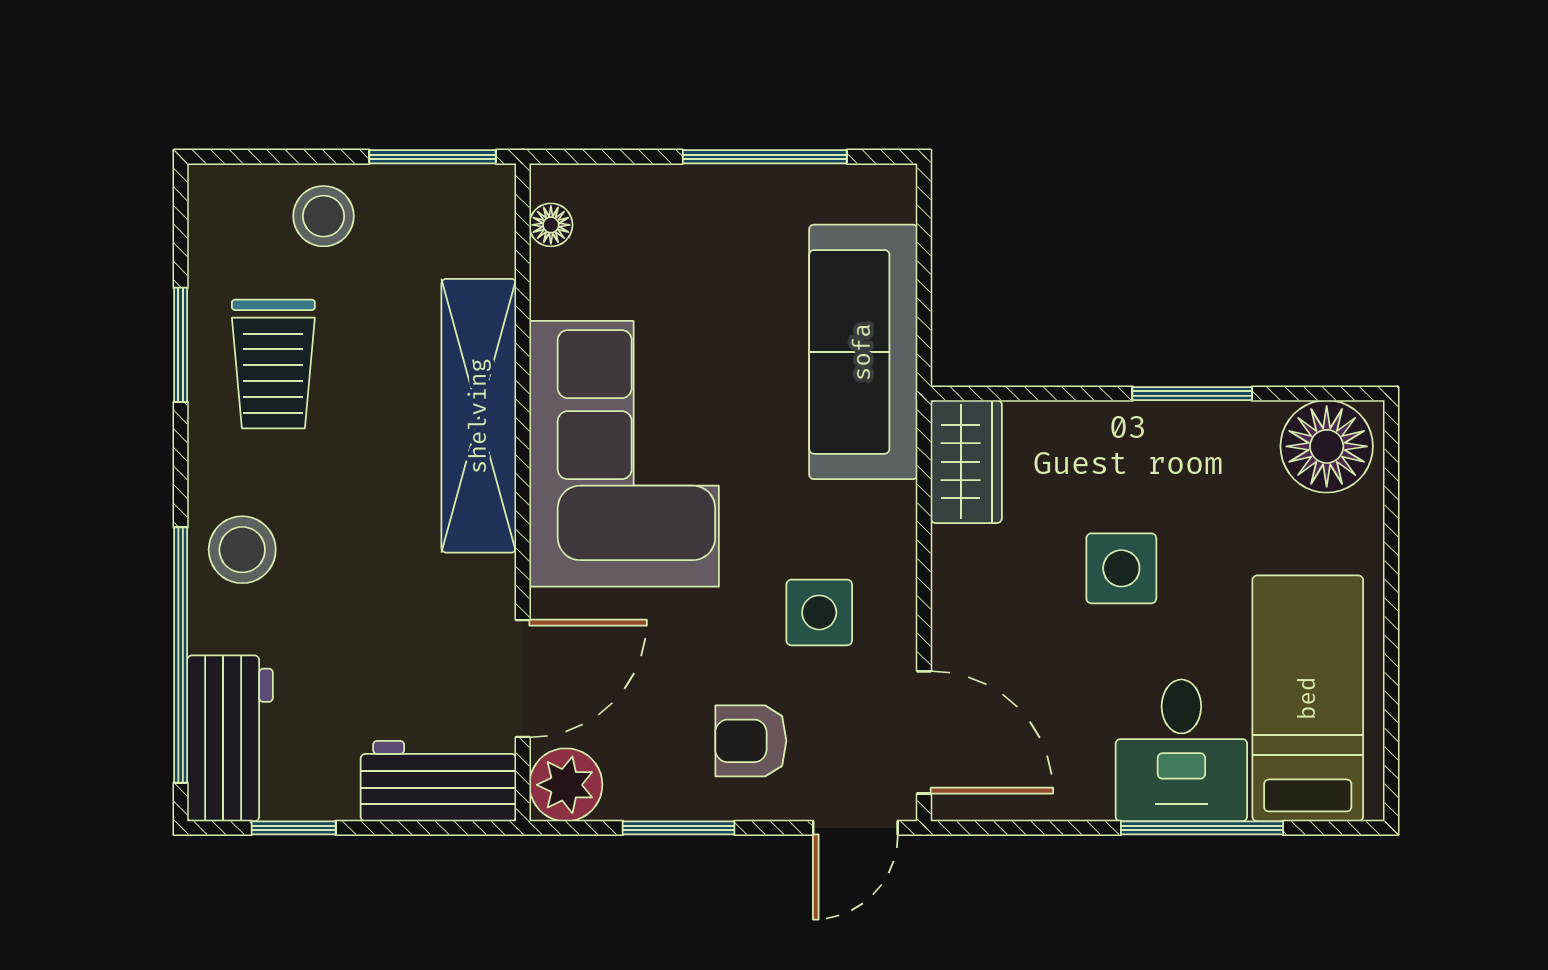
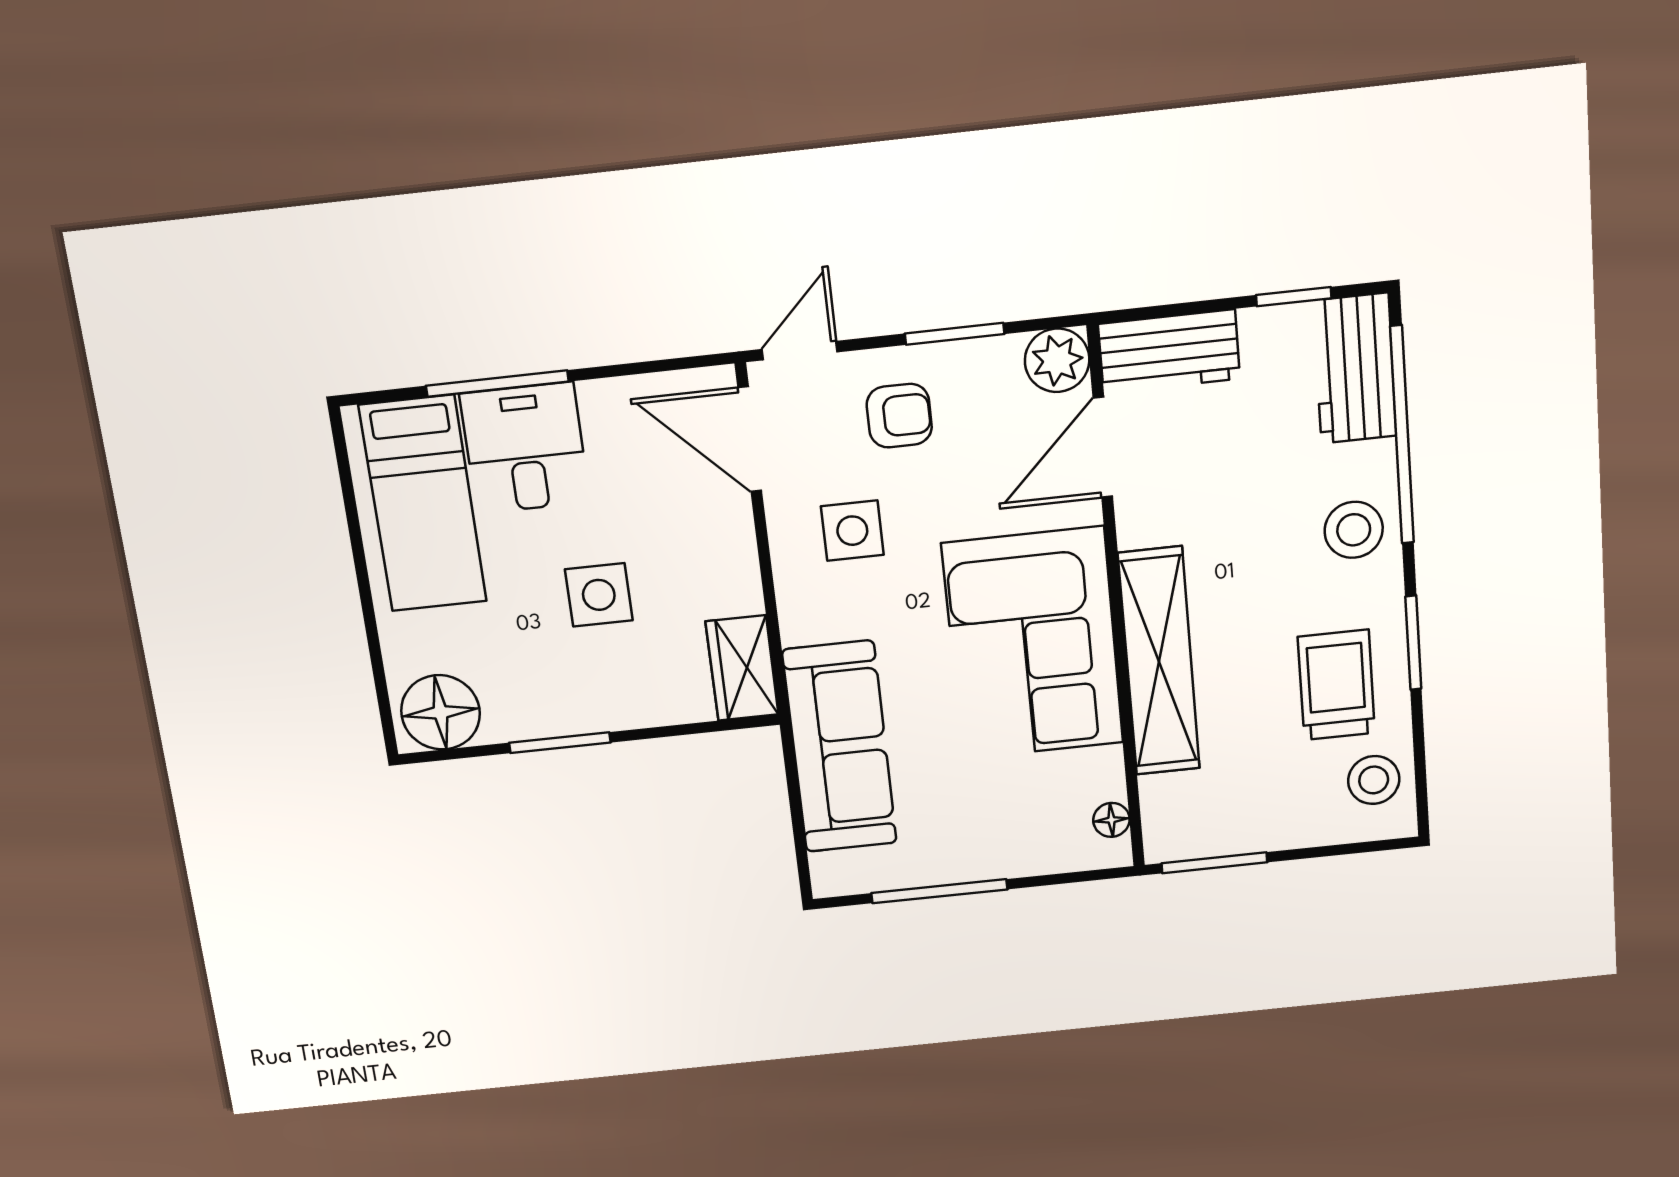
stool: (323, 216) -> (1374, 780), moved
window: (181, 345) -> (1413, 643), moved

